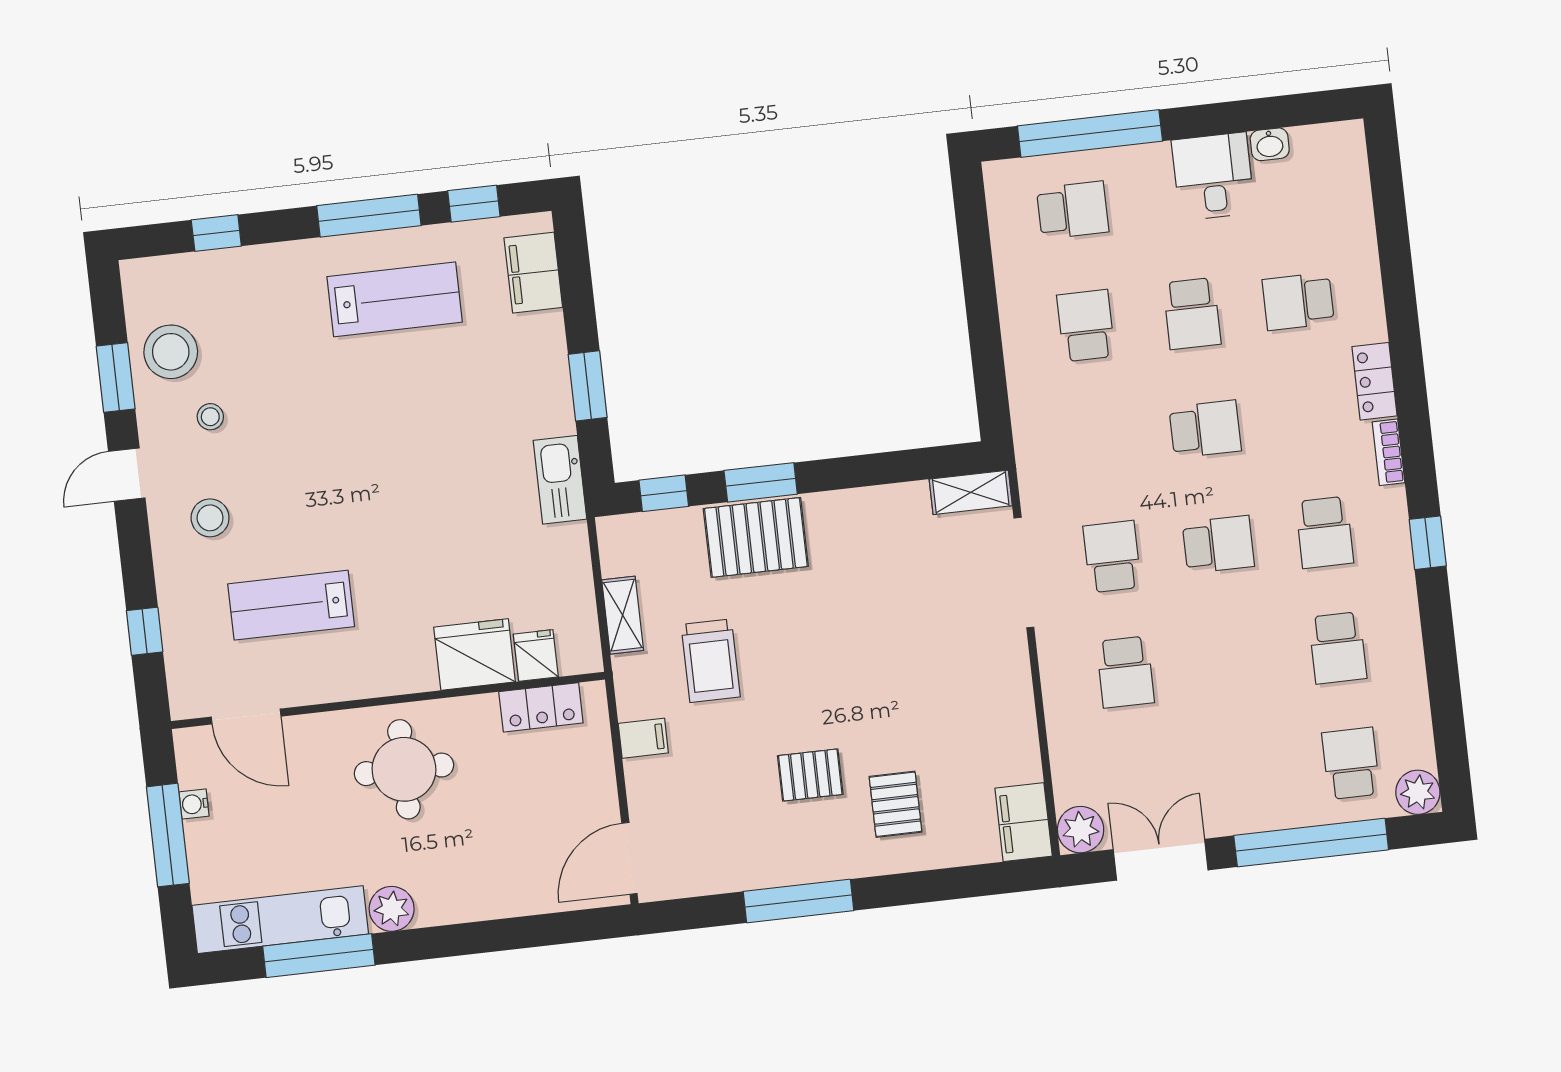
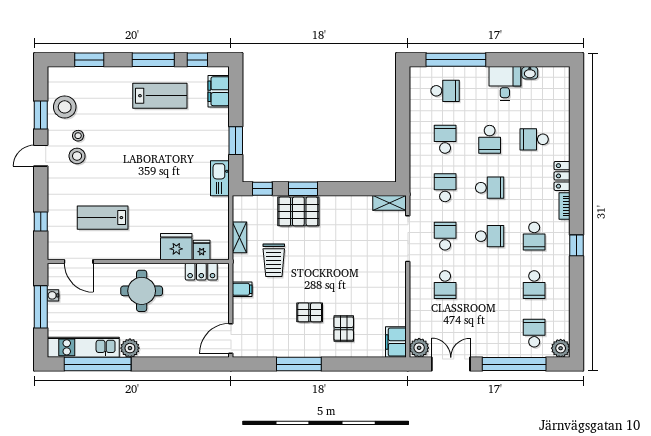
window: (216, 233) -> (89, 60), width x1.50
school desk: (1099, 441) -> (445, 188), added
stool: (210, 518) -> (77, 156), moved
window: (319, 956) -> (98, 364), width x1.46

